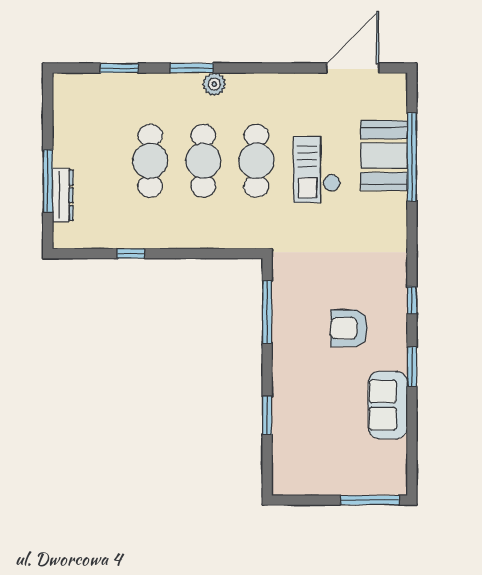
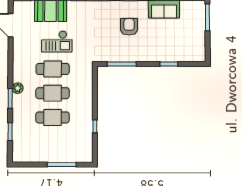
dresser: (63, 195) -> (68, 158), removed
armchair: (349, 328) -> (129, 27), turned 180

